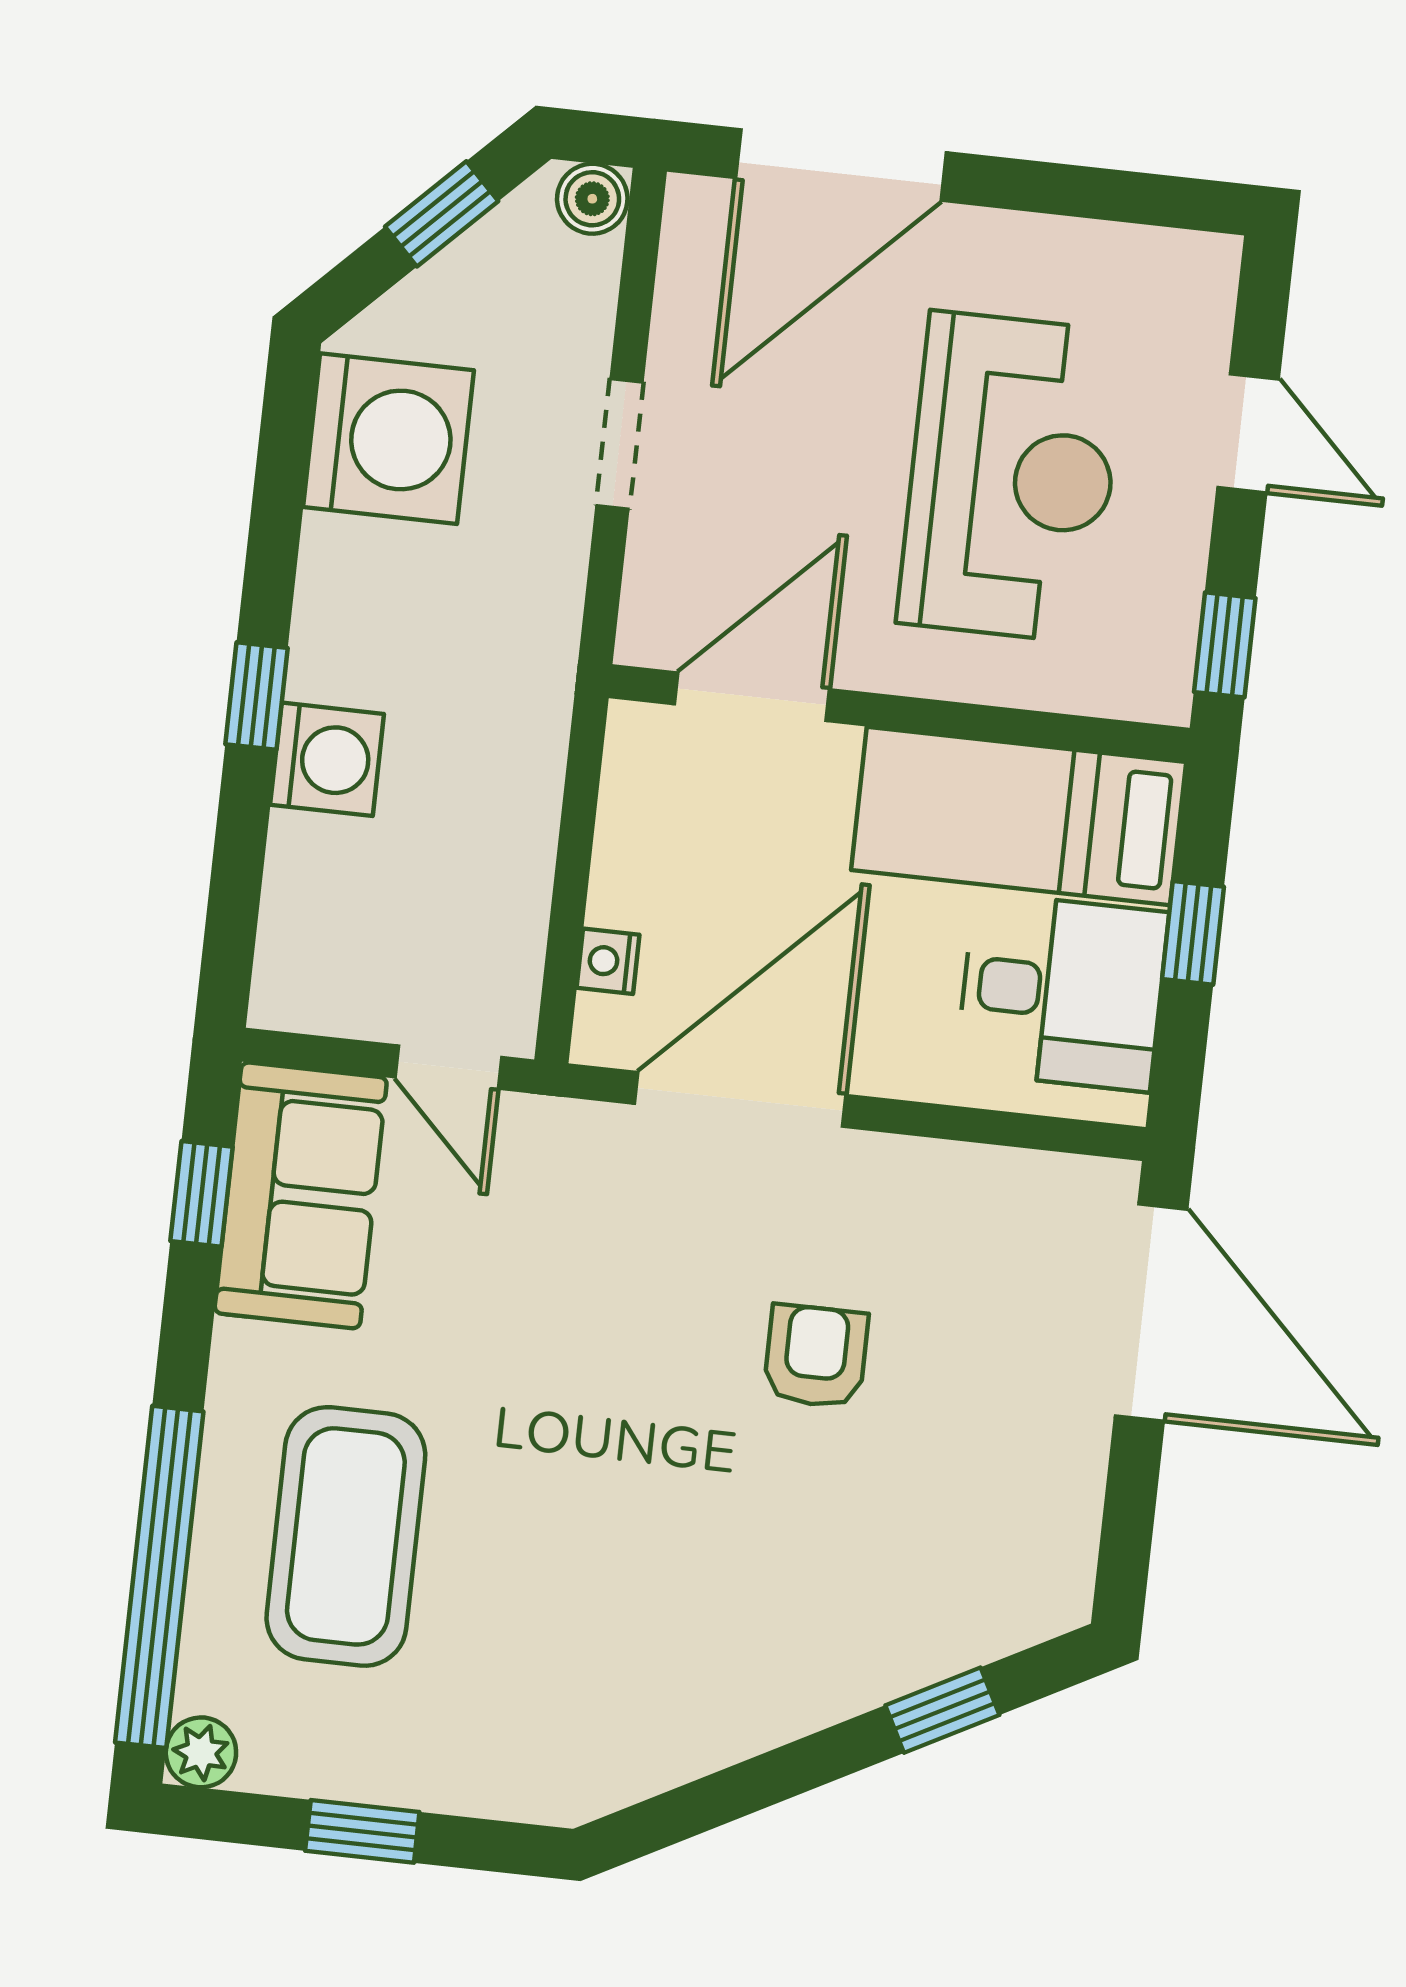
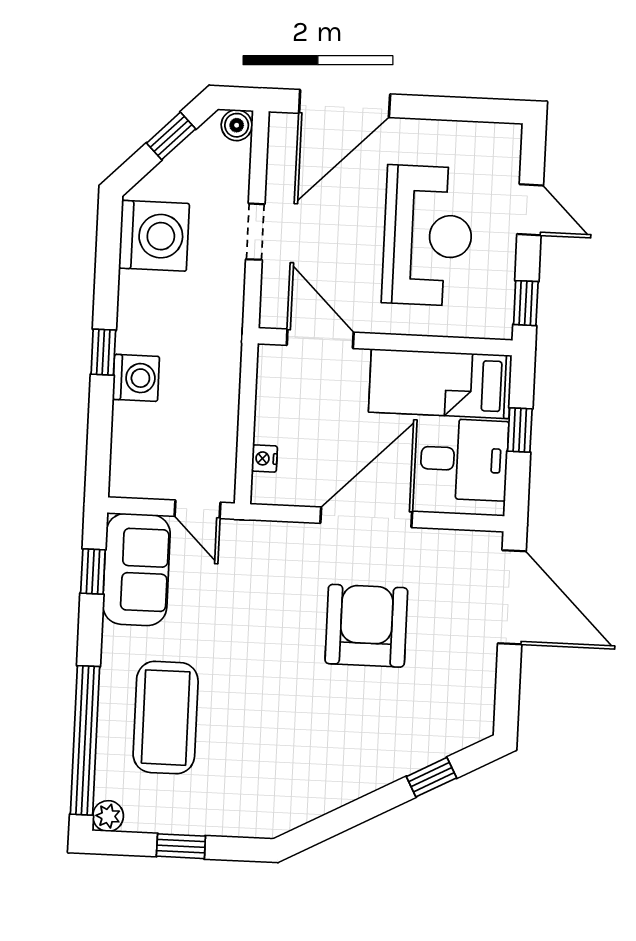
door: (752, 697) -> (320, 339), hinge flipped
door: (740, 1099) -> (366, 517), moved
armchair: (816, 1356) -> (366, 626), width x1.88, depth x1.88

